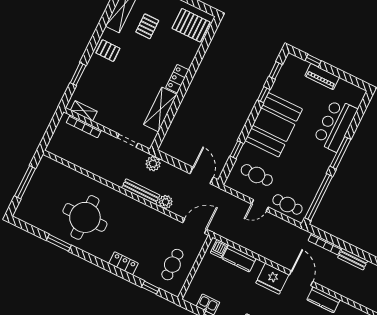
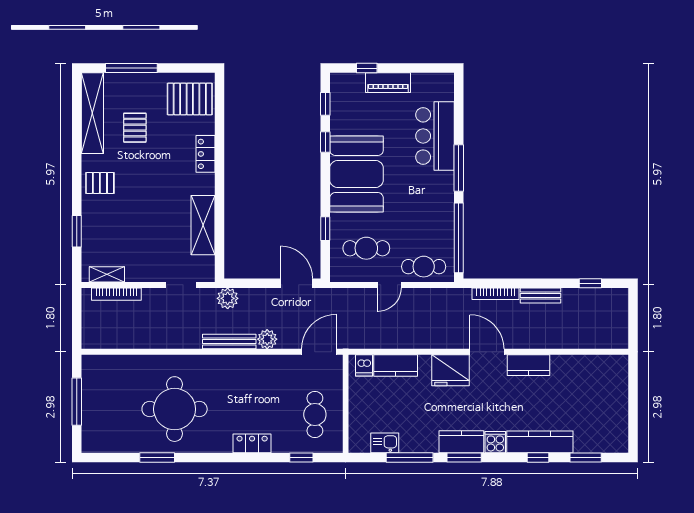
locker: (177, 79) -> (206, 154), moved

